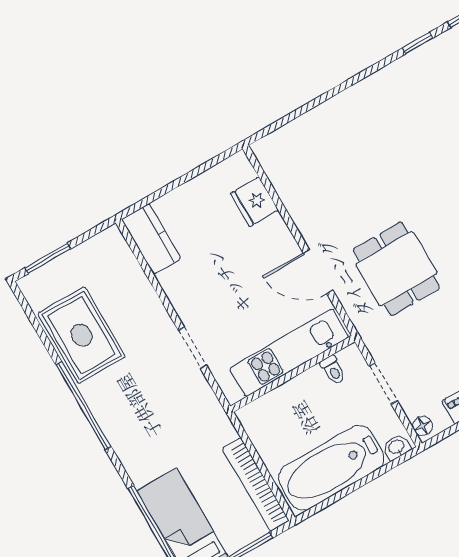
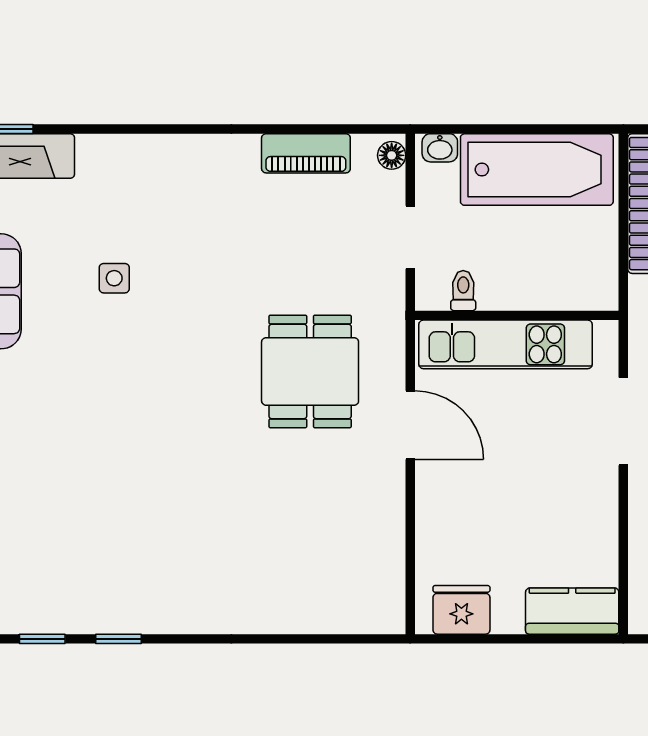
fridge: (254, 202) -> (461, 610), moved, turned -90
kitchen counter: (151, 239) -> (572, 611), moved, turned 90
doorway: (192, 348) -> (623, 421), width x1.38

